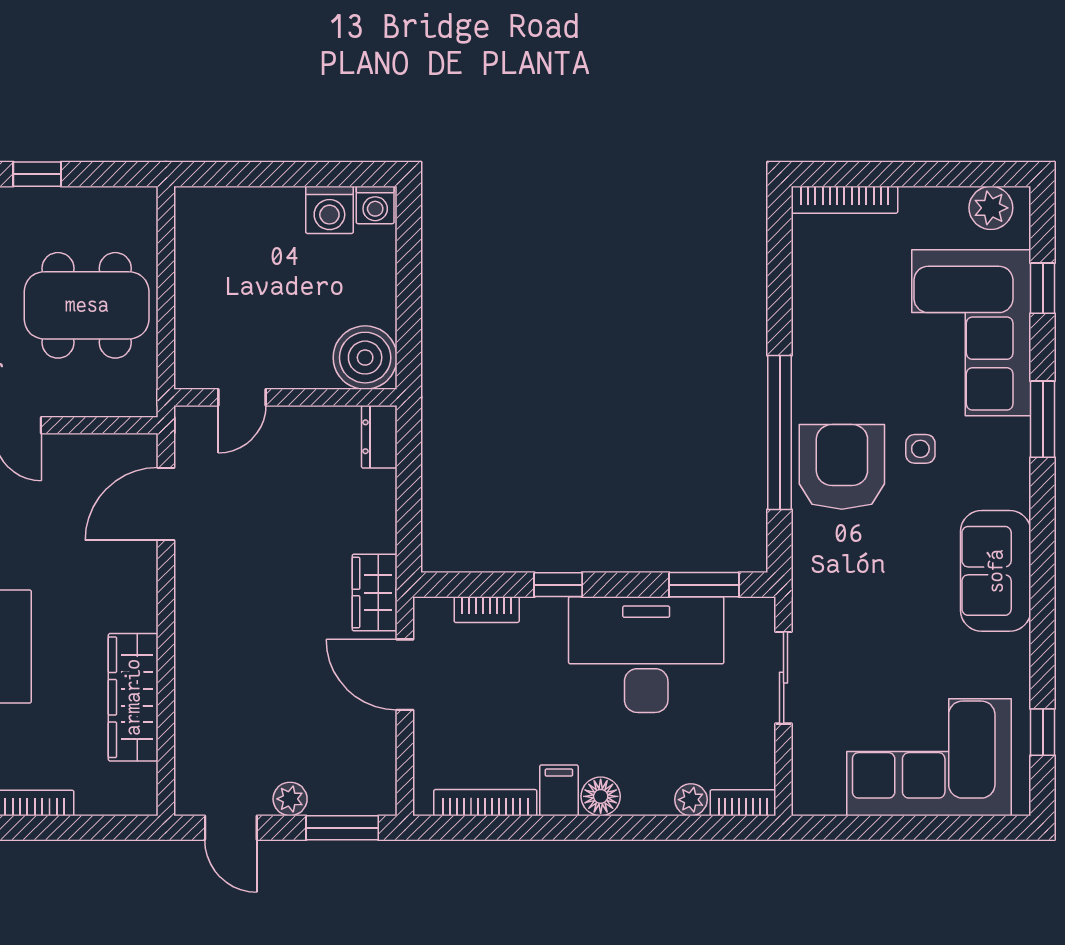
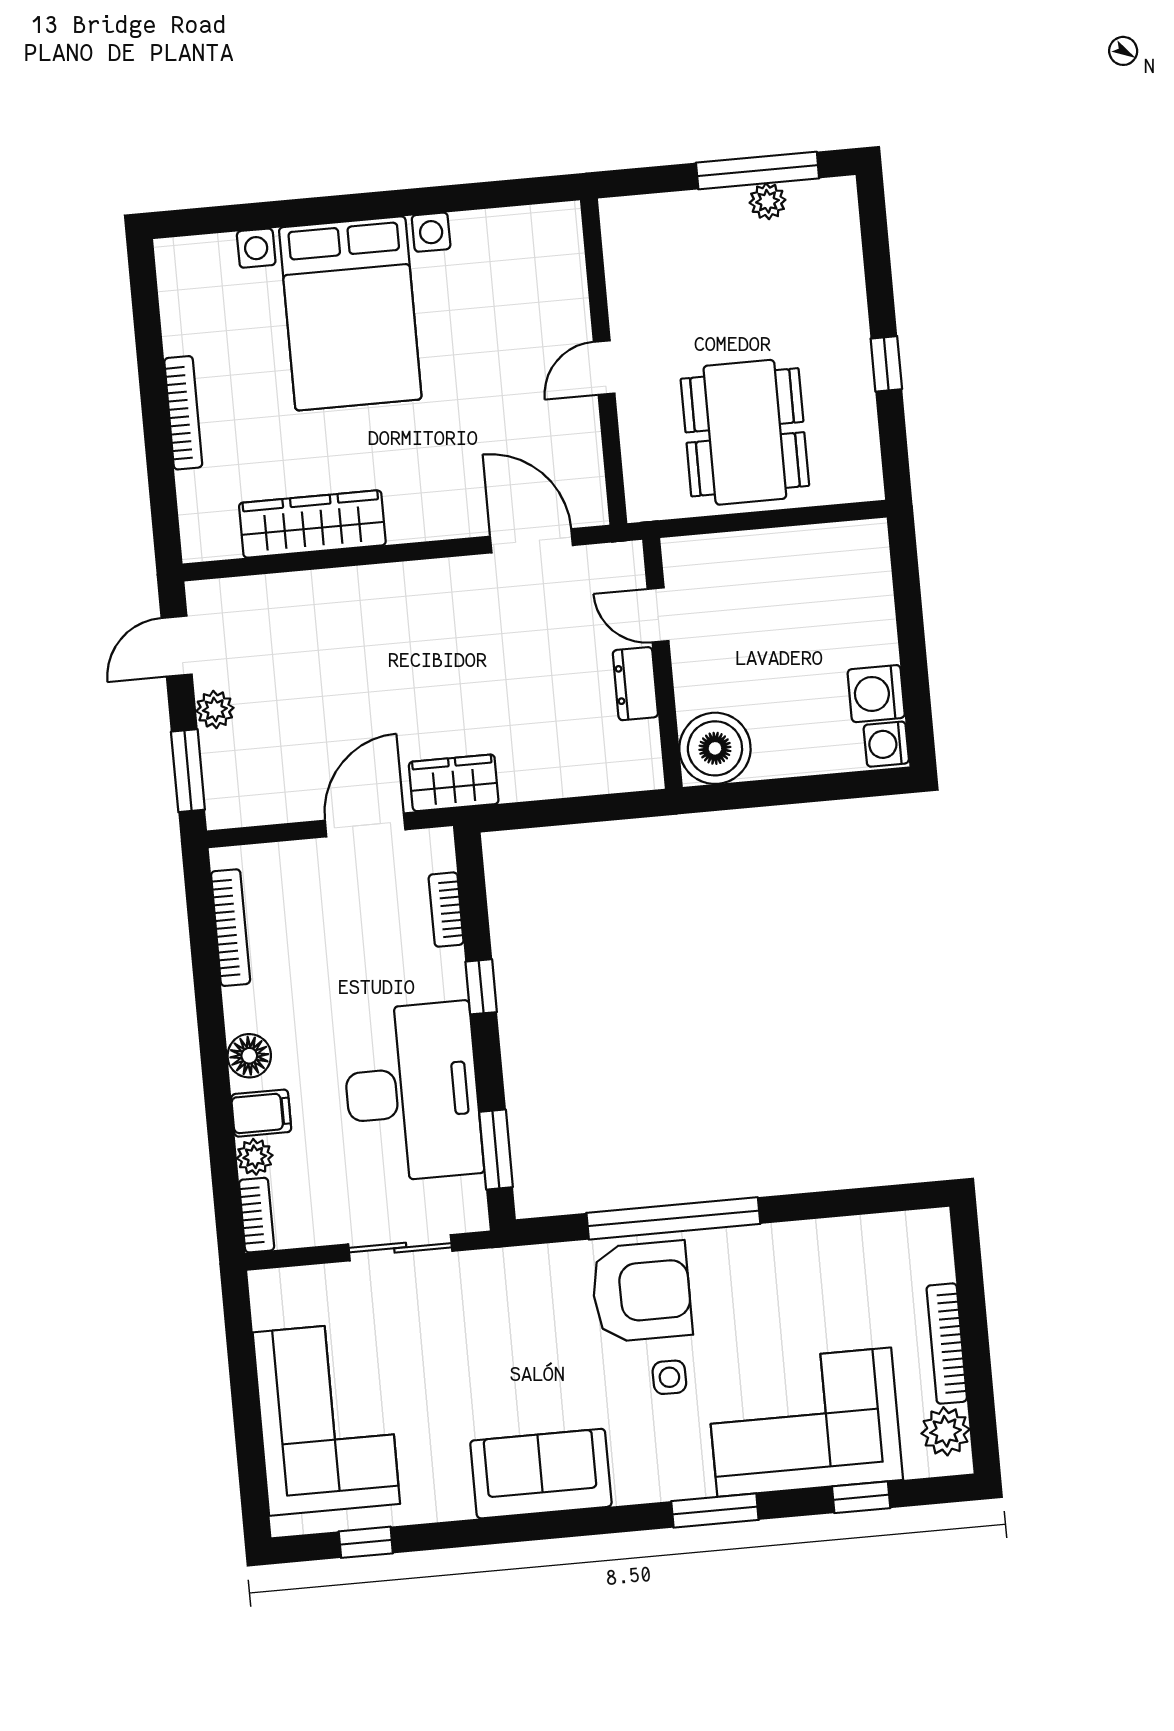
bookcase: (844, 200) -> (947, 1344), moved
dresser: (379, 437) -> (635, 684), moved, turned -90
filing cabinet: (559, 790) -> (261, 1113), moved

